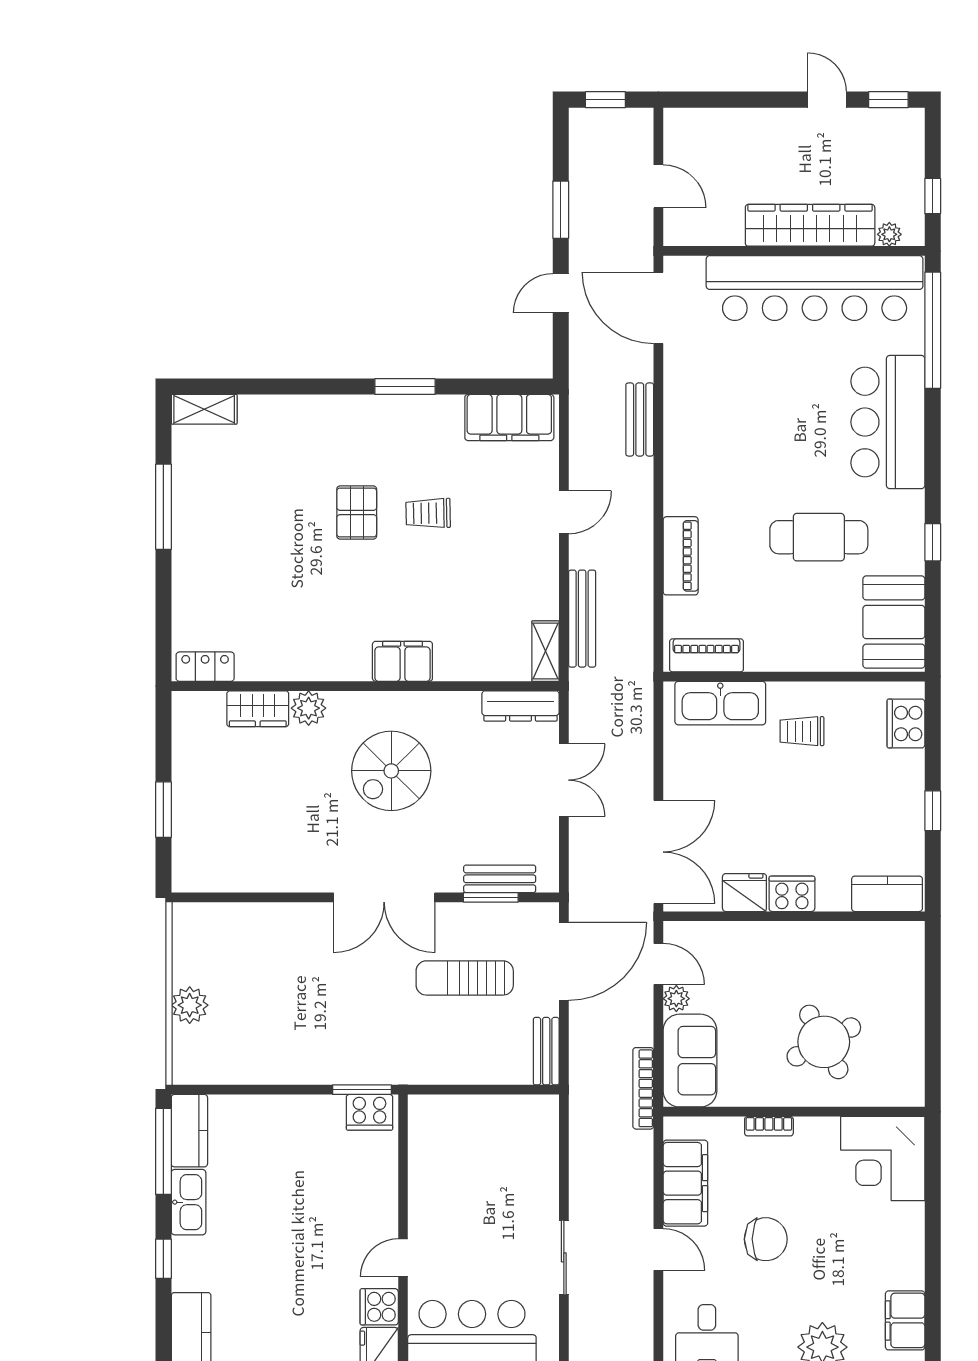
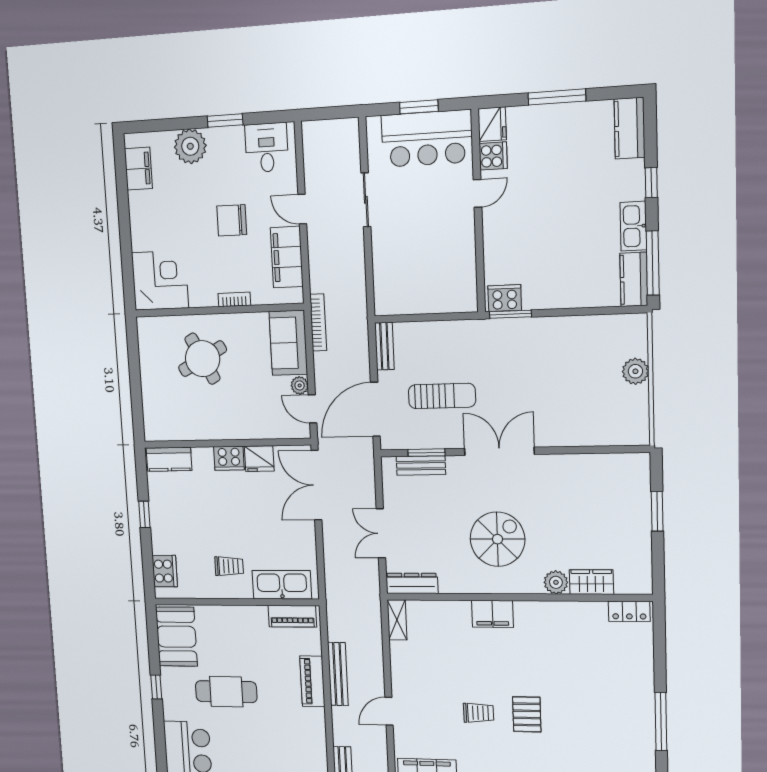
bench: (582, 619) -> (338, 674), moved

